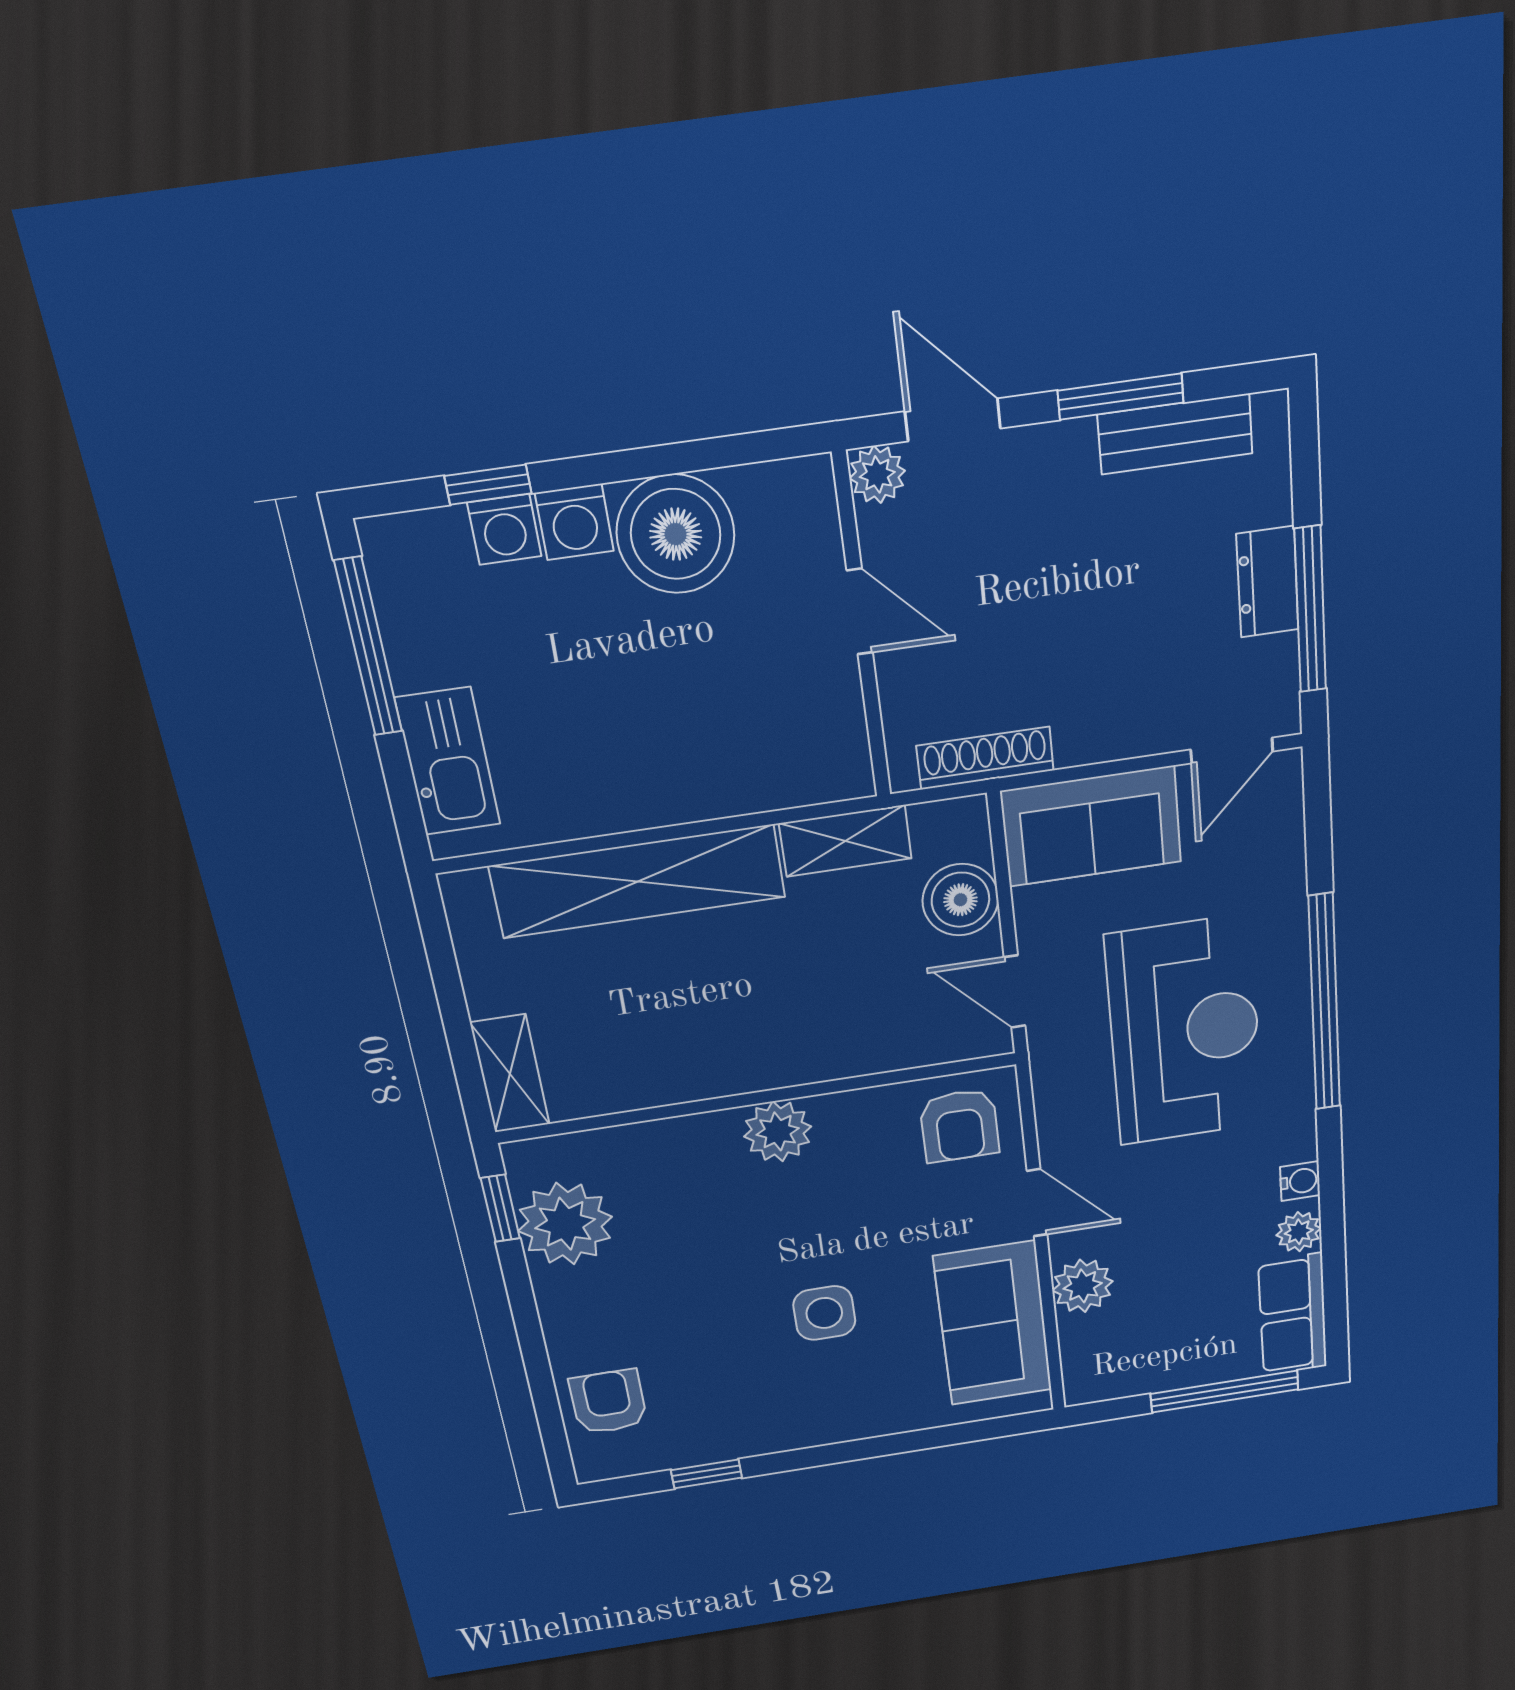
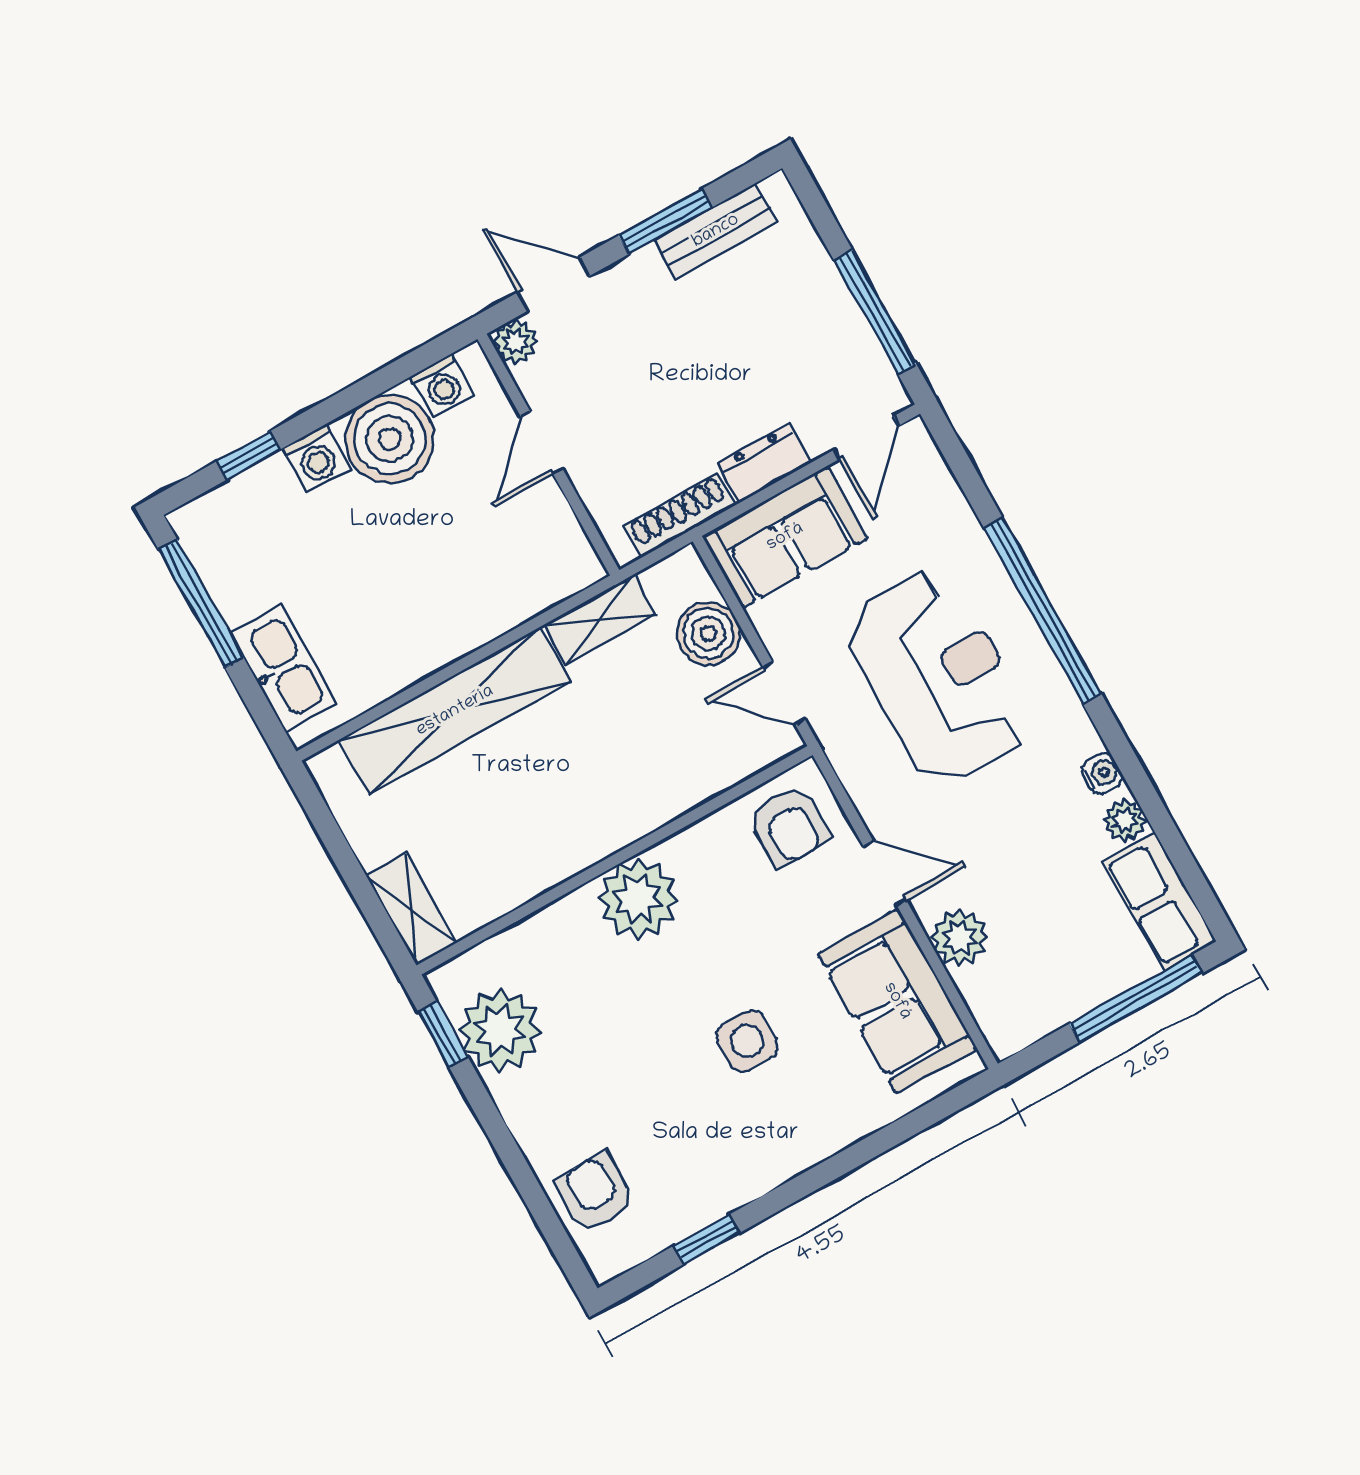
washing machine: (504, 529) -> (442, 386), moved
dresser: (1267, 582) -> (764, 463), moved, turned 90
door: (860, 612) -> (542, 443), swing flipped
plant: (778, 1132) -> (638, 899), width x1.36, depth x1.36

